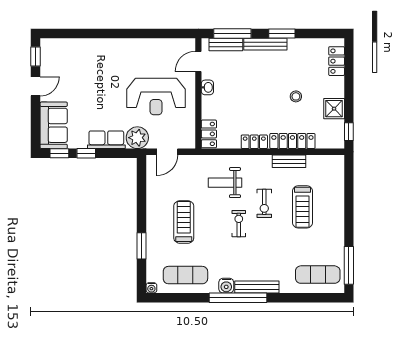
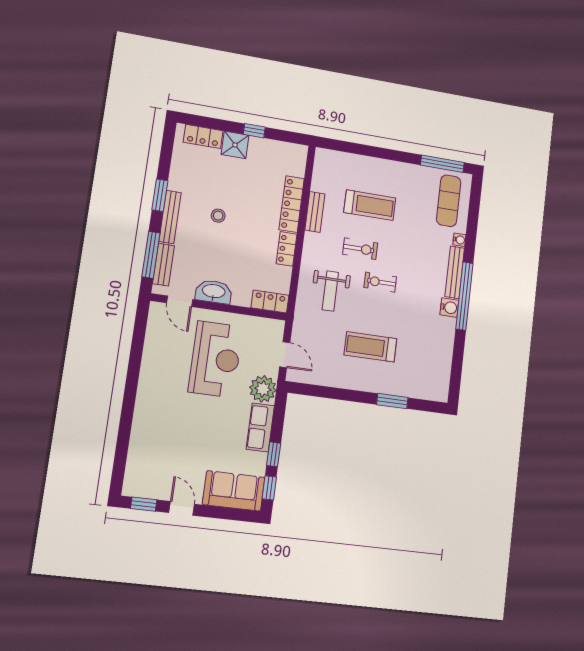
washbasin: (207, 87) -> (214, 292), width x1.91, depth x1.45
stool: (296, 96) -> (218, 216), moved
shower: (334, 109) -> (235, 145), moved
window: (349, 132) -> (254, 131), moved
exercise mat: (185, 275) -> (432, 354), removed
water cooler: (151, 288) -> (459, 240), moved

